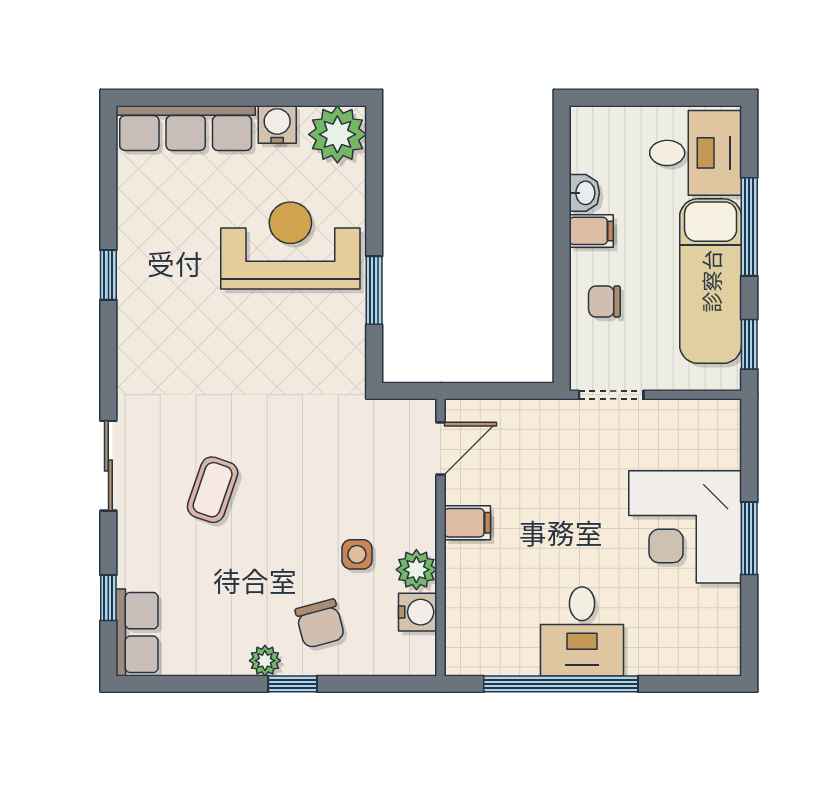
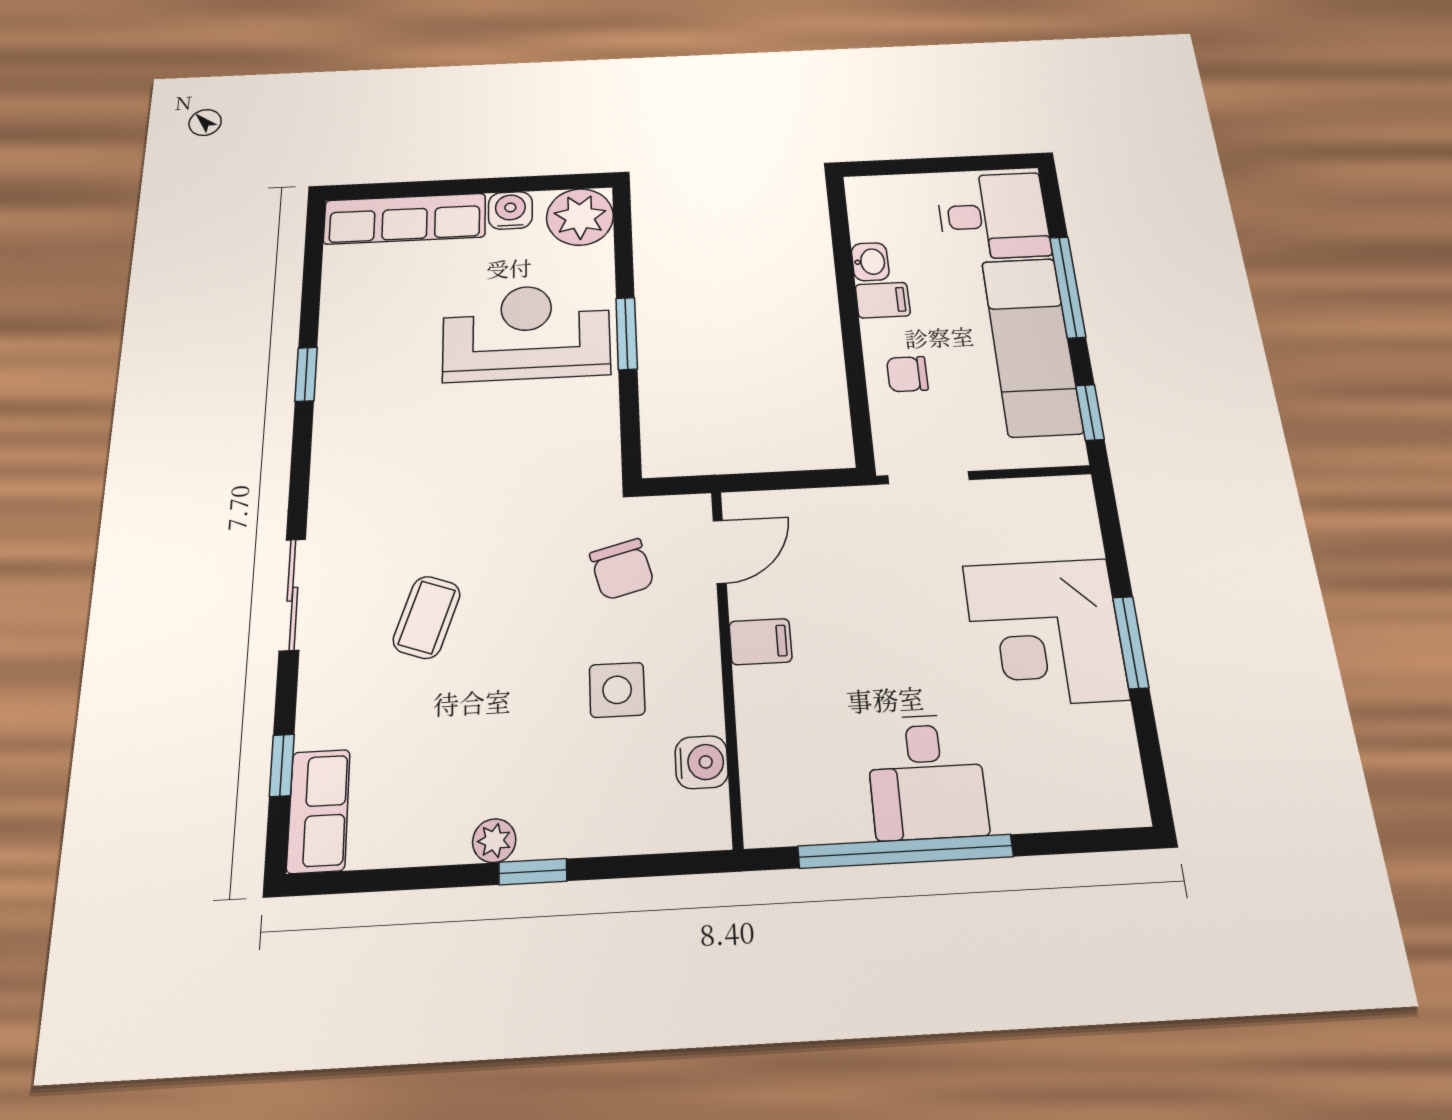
window: (374, 290) -> (627, 333), moved
side table: (357, 554) -> (617, 690), width x1.37, depth x1.37
plant: (416, 570) -> (697, 706), removed
chair: (320, 624) -> (622, 569), moved

